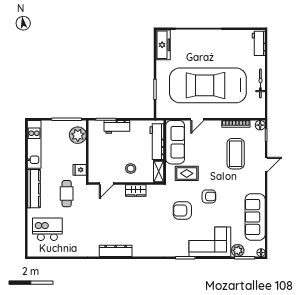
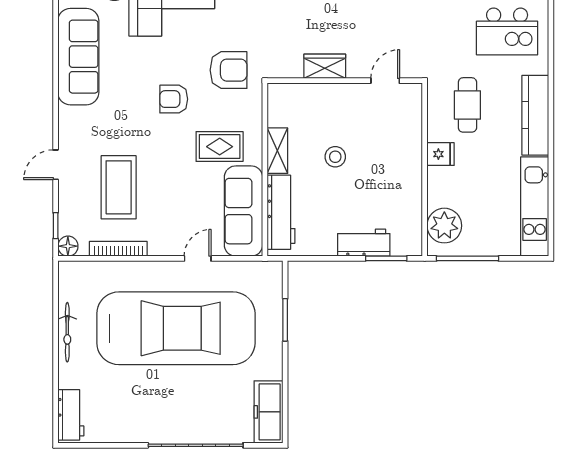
door: (106, 184) -> (385, 81), moved
wall: (126, 184) -> (345, 81), moved
wardrobe: (136, 191) -> (325, 66), moved

